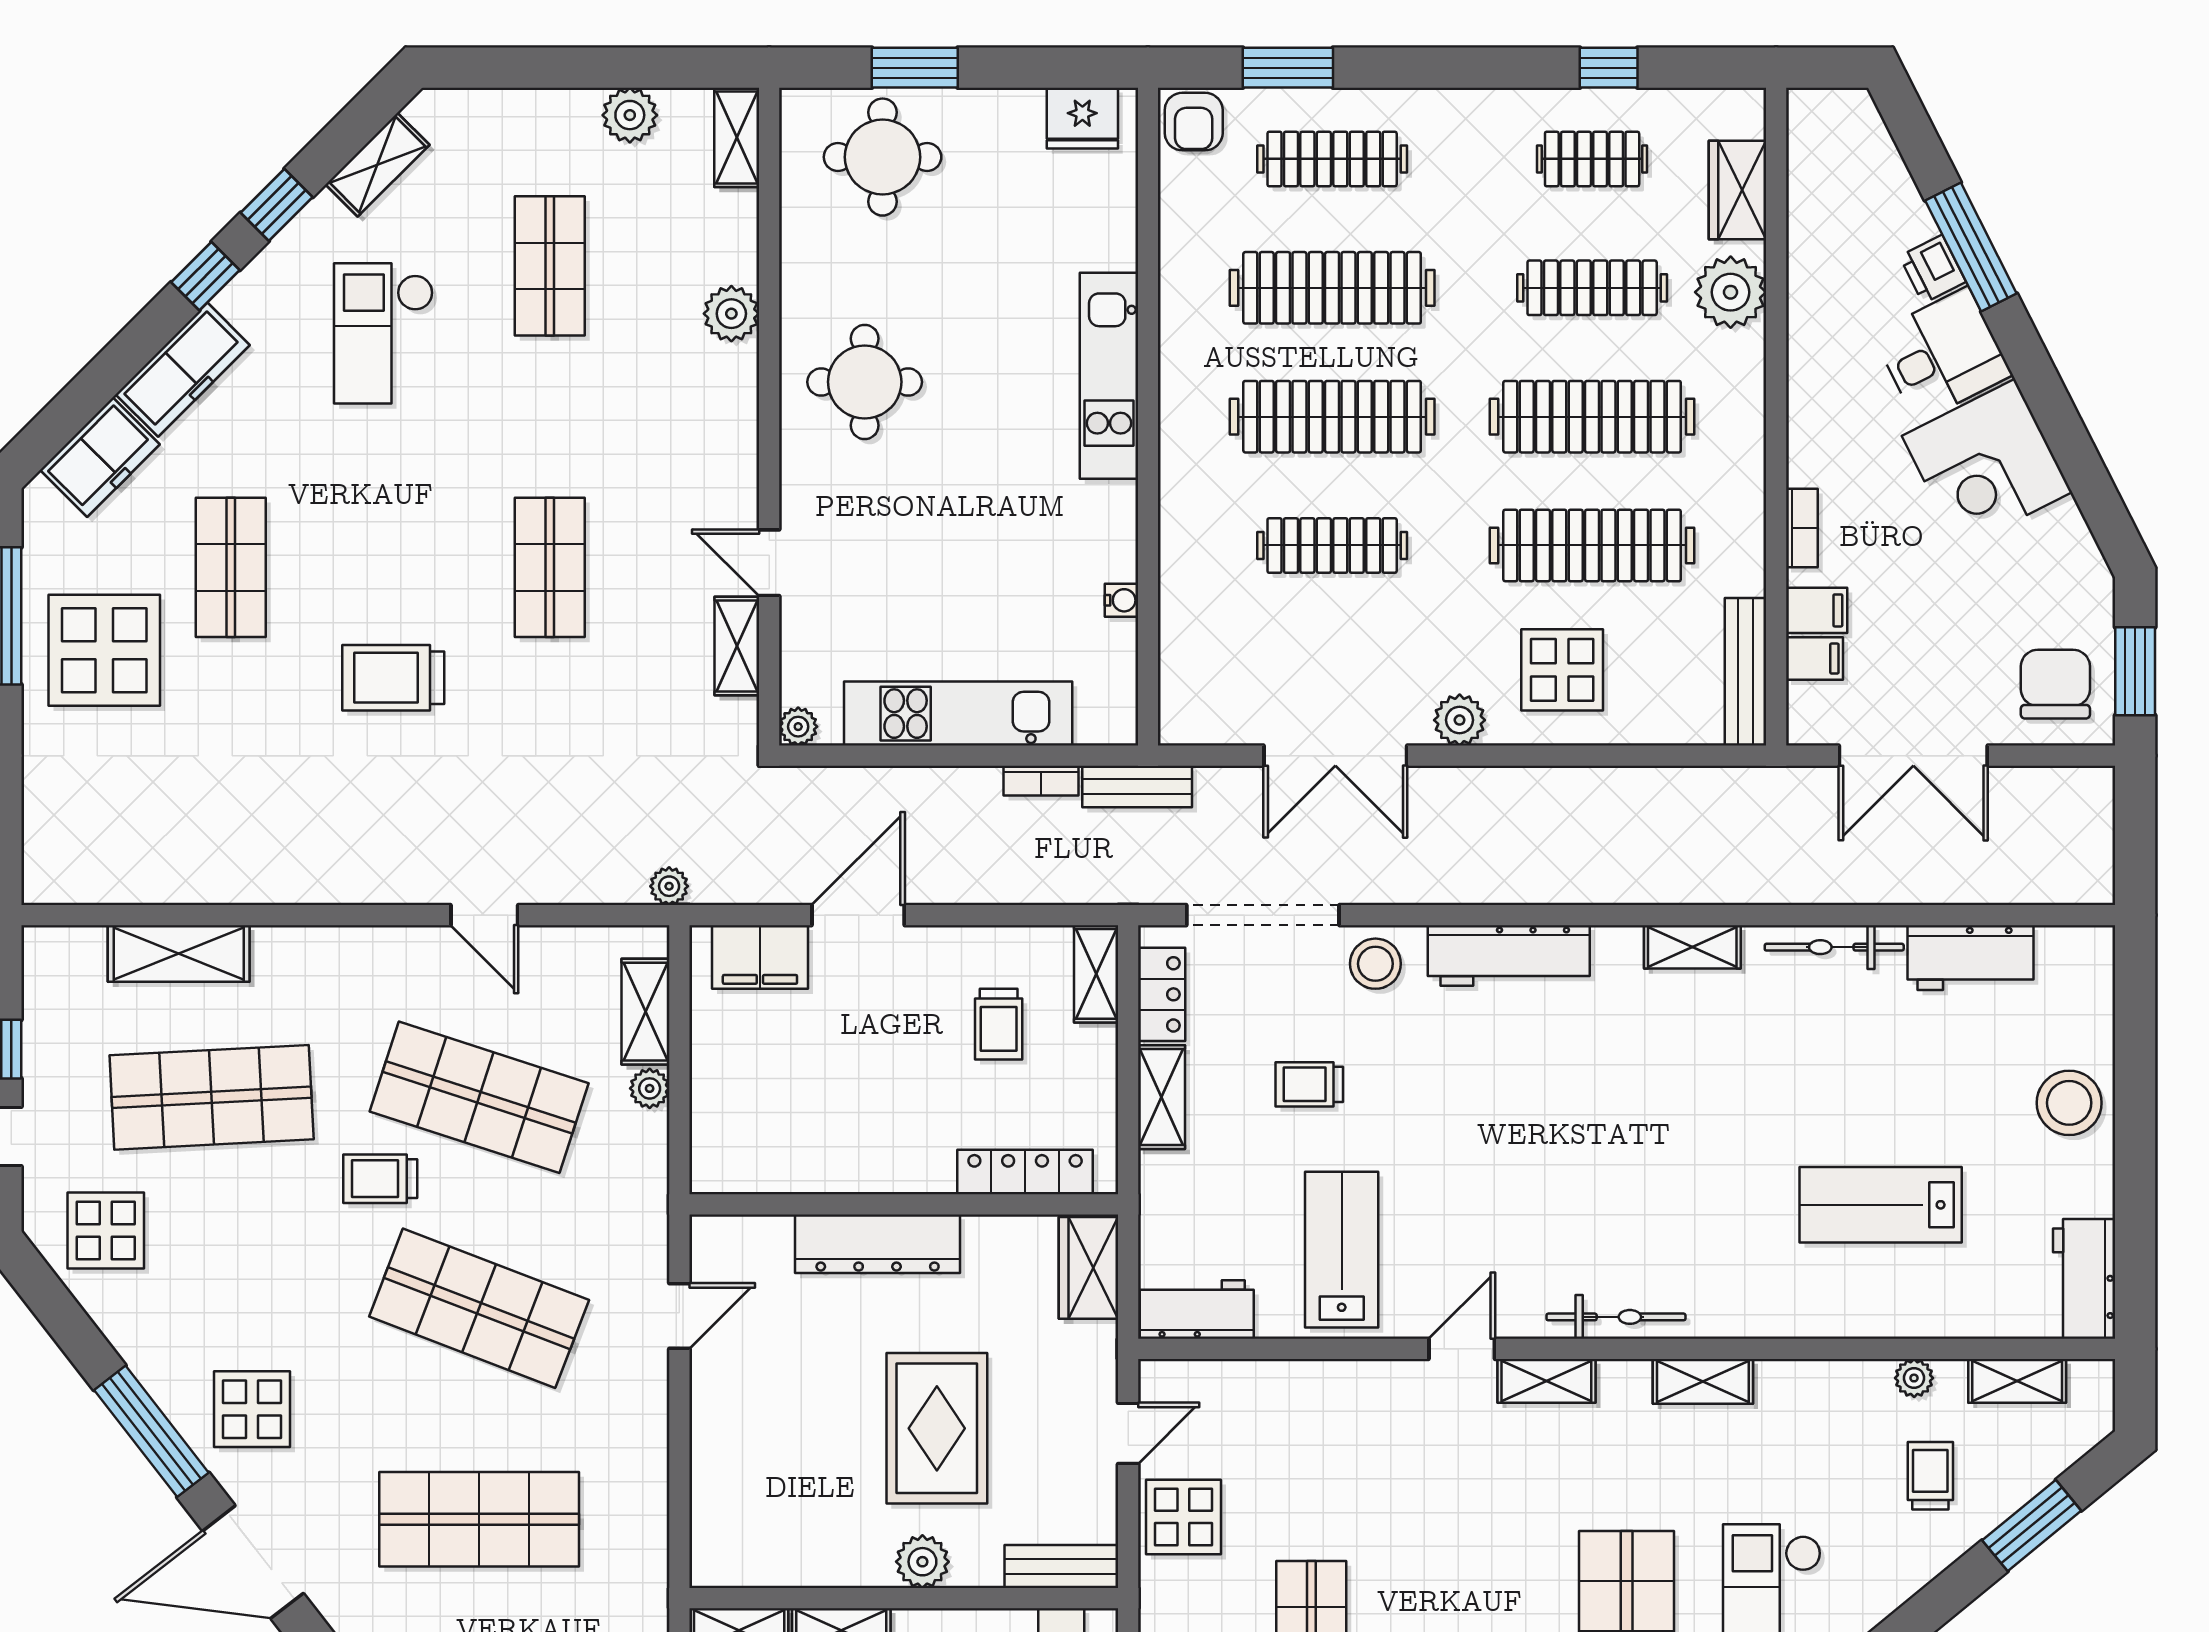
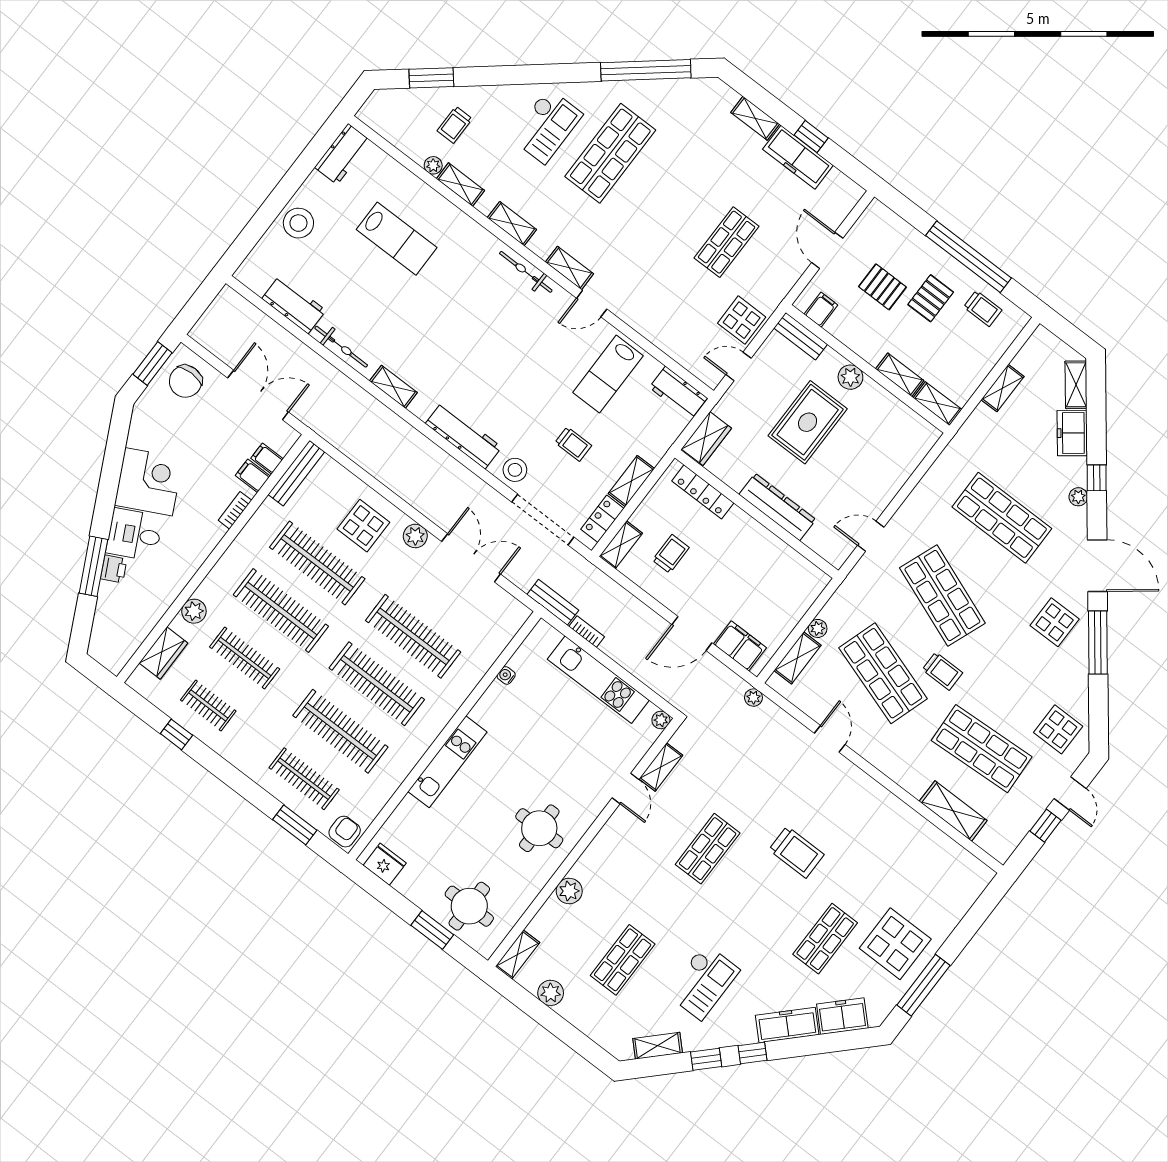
plant: (1731, 292) -> (194, 611), width x0.73, depth x0.73
clothes rail: (1332, 545) -> (413, 636), width x1.37, depth x1.31
shelving: (2017, 1381) -> (460, 185), moved

